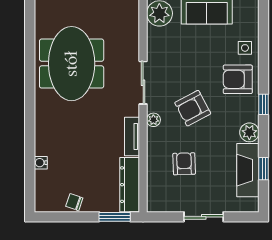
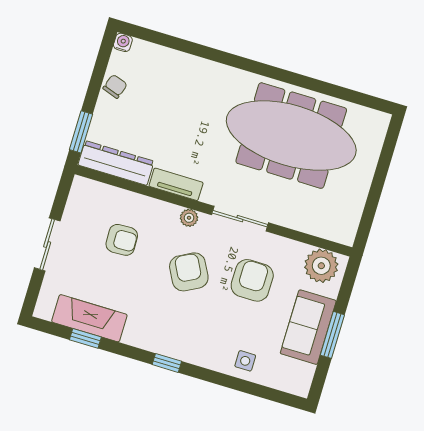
meeting table: (72, 64) -> (291, 136), width x1.36
armchair: (238, 79) -> (252, 280), moved
plant: (249, 132) -> (137, 334), removed
water cooler: (41, 163) -> (123, 42), moved

